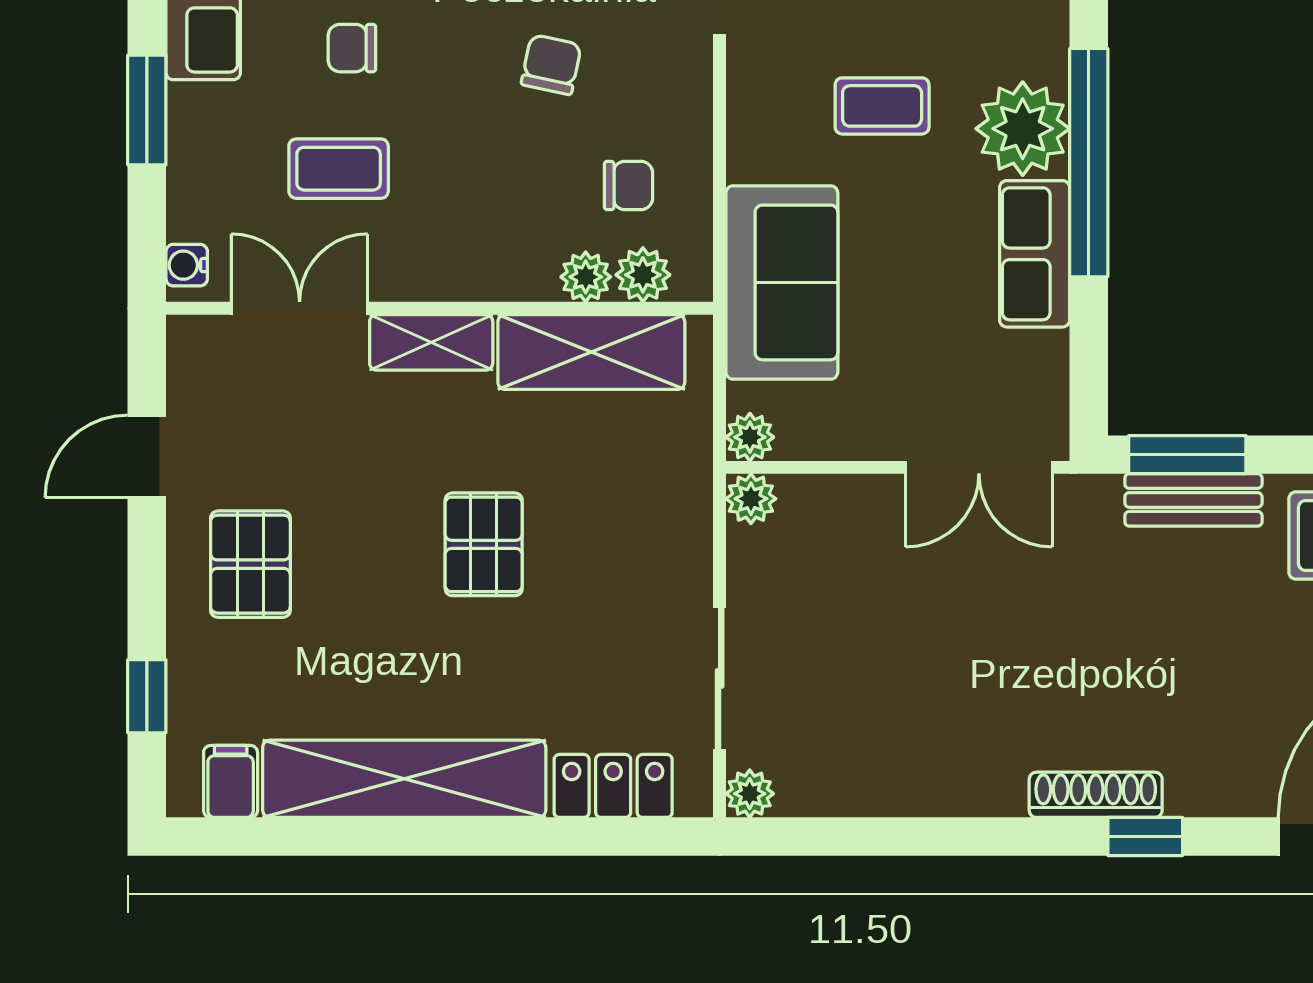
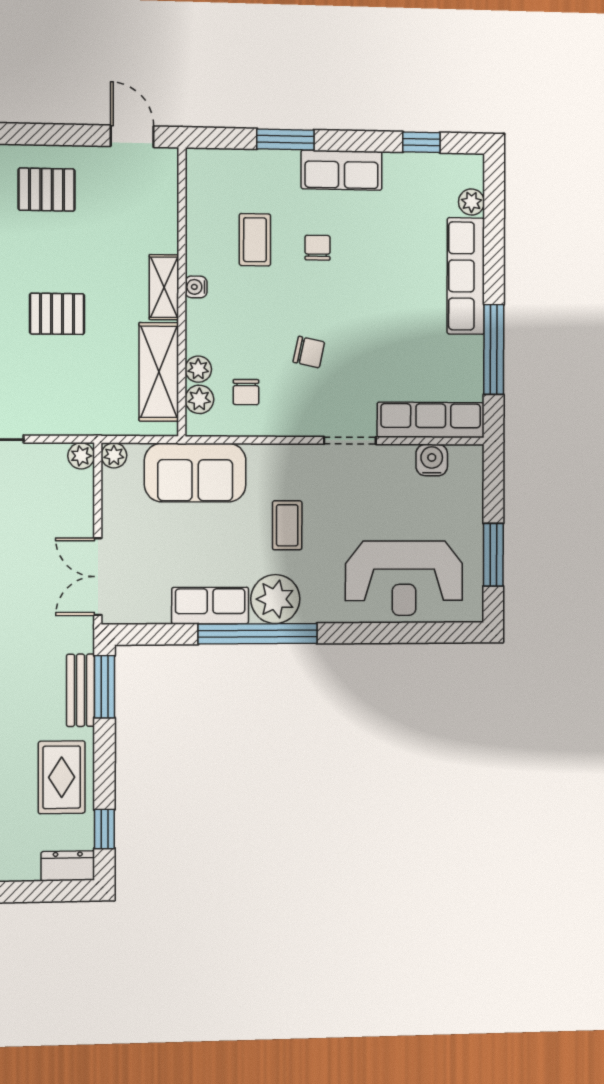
water cooler: (187, 265) -> (196, 287), moved, turned -90
double door: (300, 308) -> (182, 218), removed
door: (147, 456) -> (132, 136), moved

